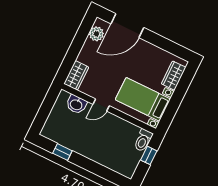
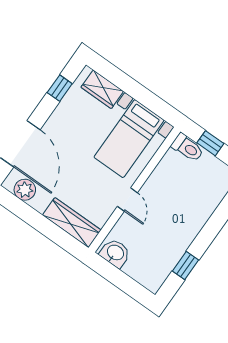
window: (170, 46) -> (60, 88), added
wardrobe: (76, 75) -> (72, 223), width x1.50
washbasin: (76, 104) -> (115, 253), moved, turned -90

